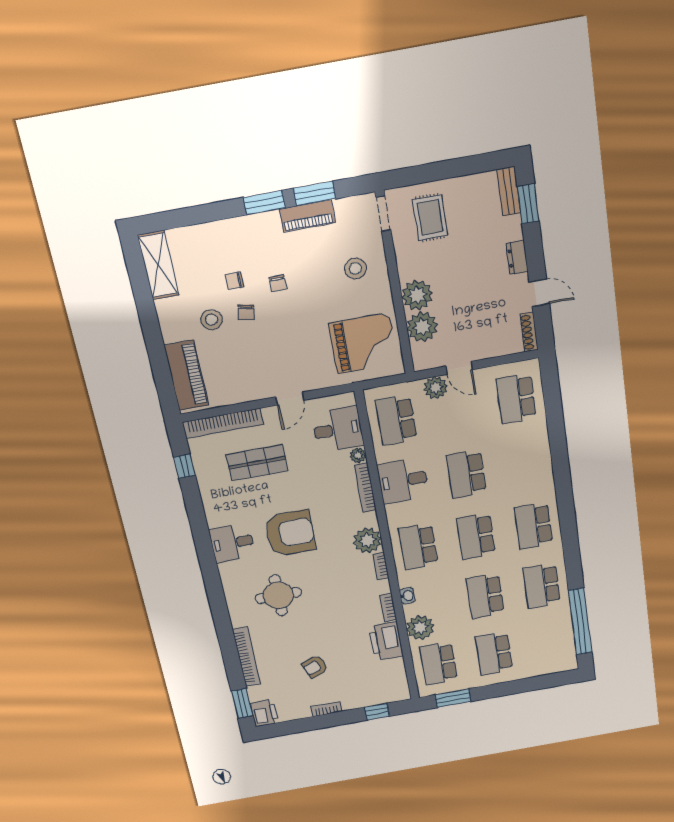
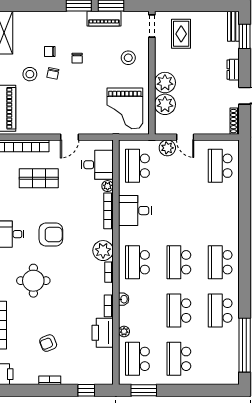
grand piano: (364, 343) -> (125, 108), turned 90
school desk: (466, 474) -> (179, 214), removed
armchair: (290, 533) -> (51, 235), width x0.73, depth x0.73
plant: (420, 628) -> (124, 331), width x0.53, depth x0.53

